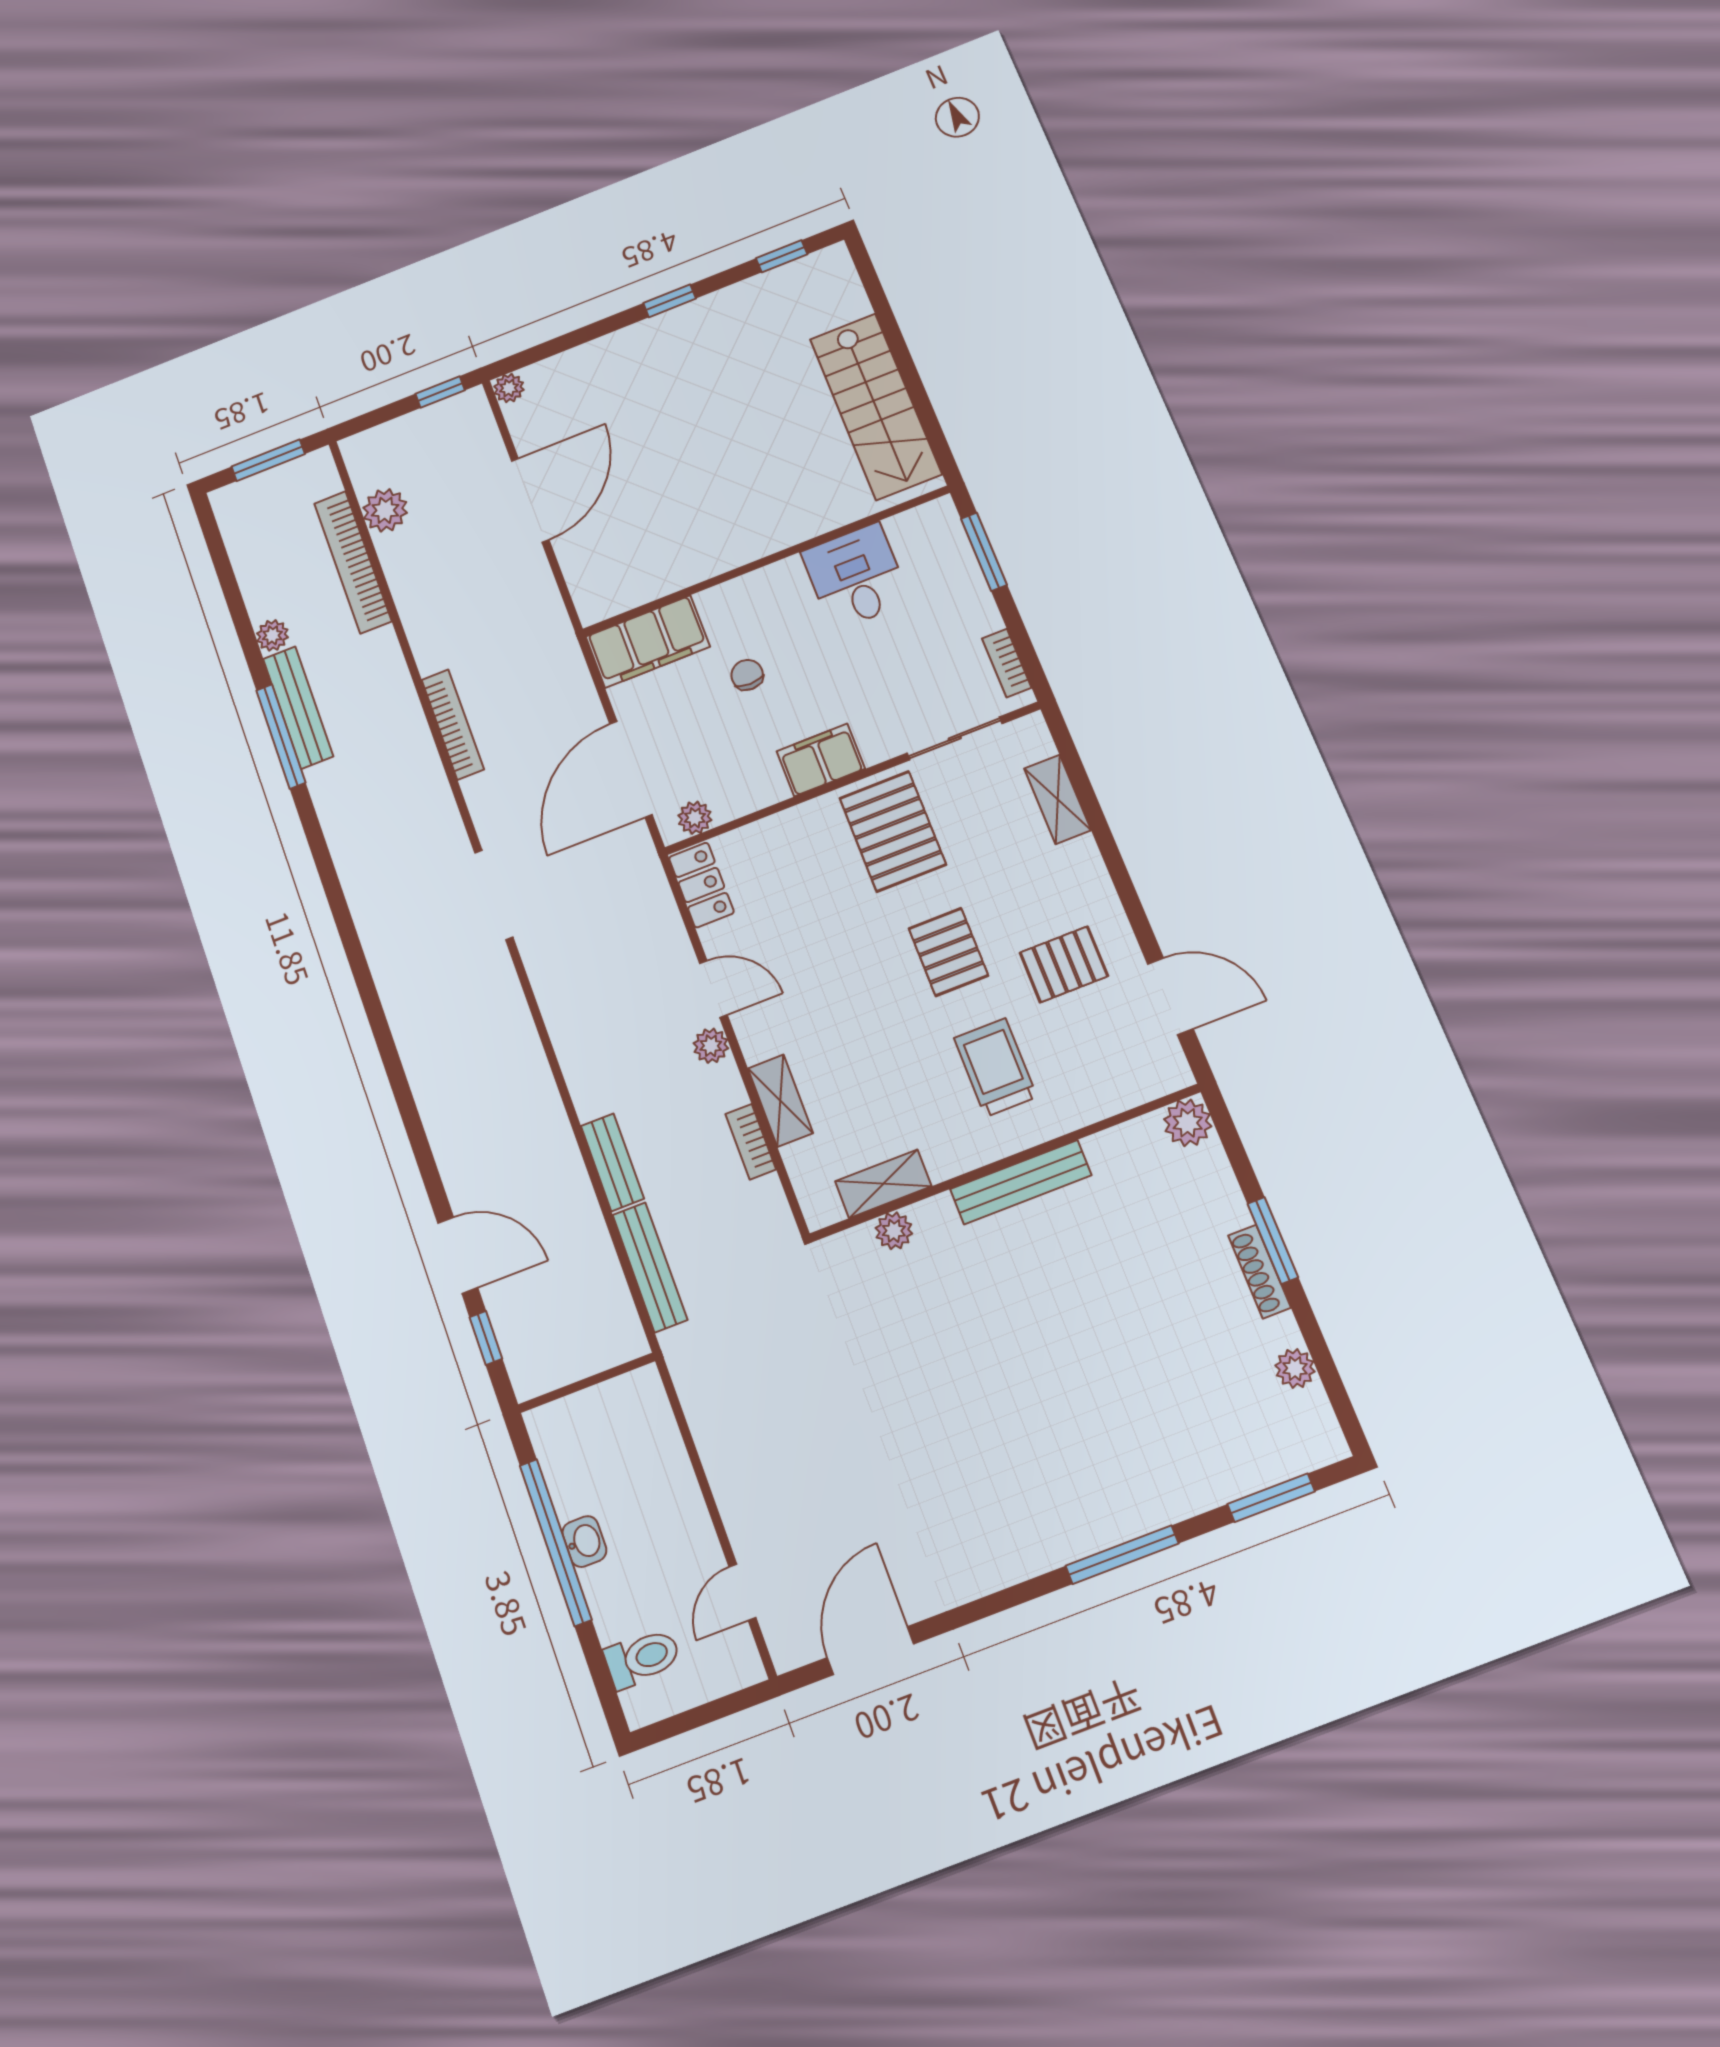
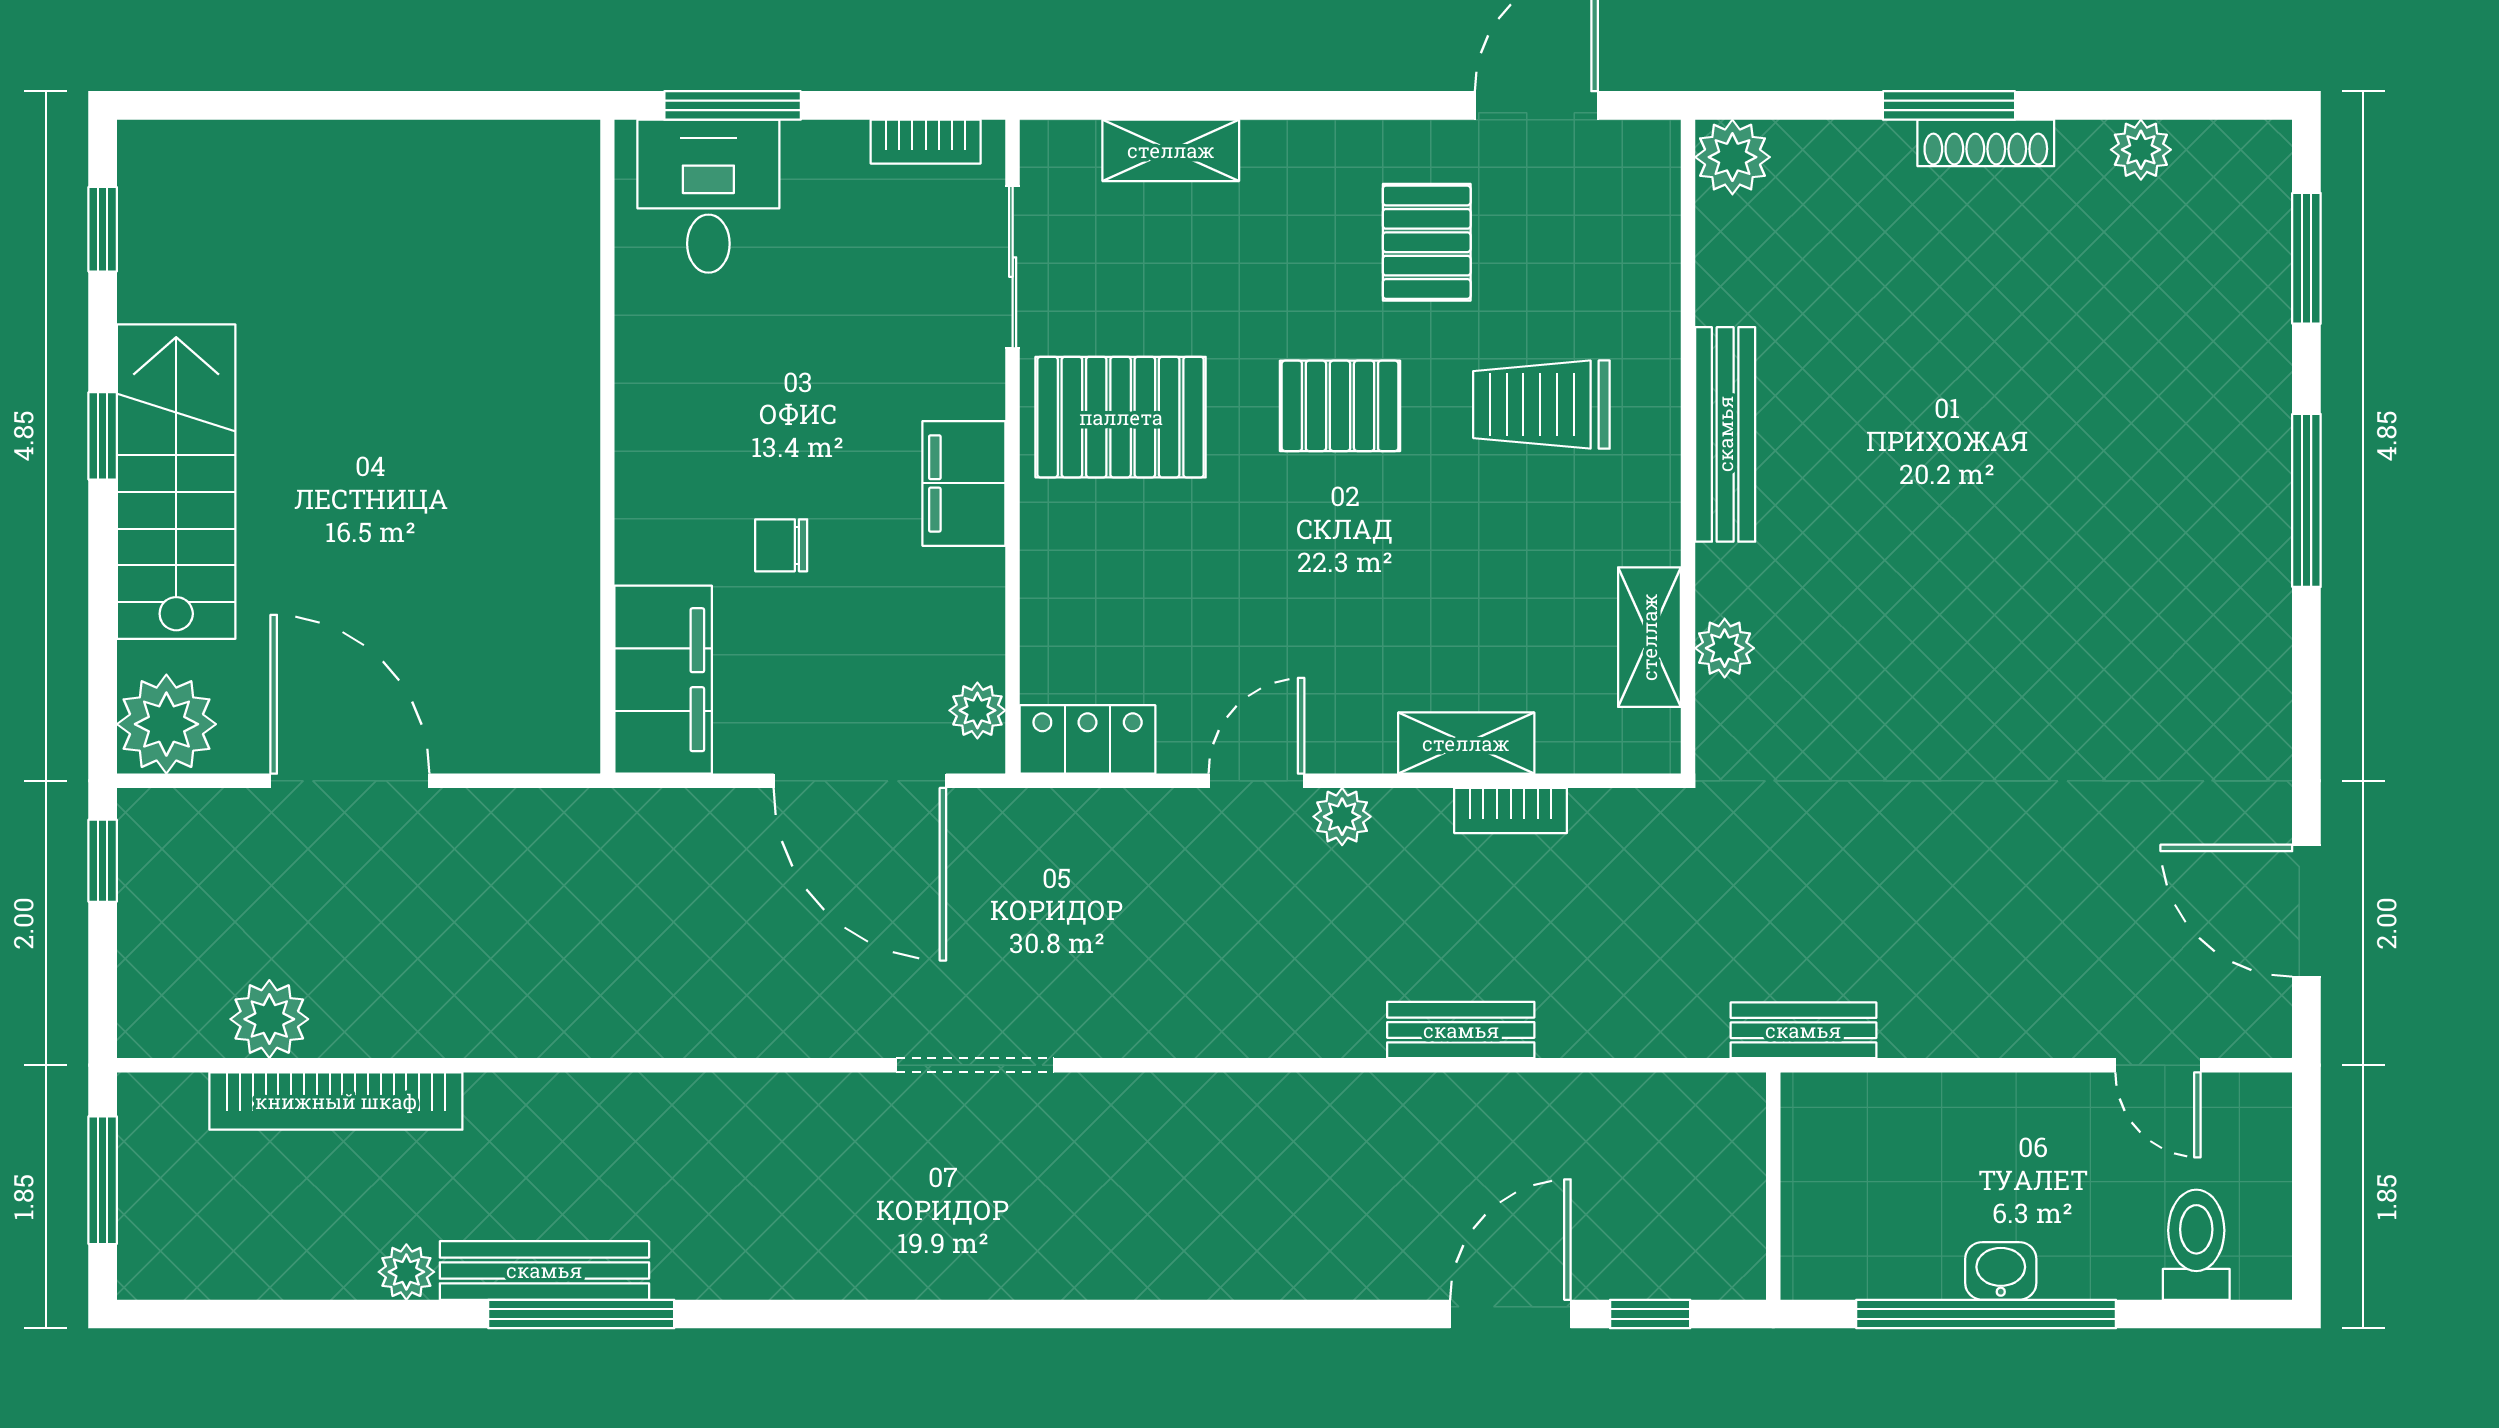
plant: (509, 388) -> (166, 724), width x1.87, depth x1.87
stairs: (876, 406) -> (176, 482), moved, turned -90
desk: (856, 577) -> (708, 196), moved, turned 90
bookcase: (453, 724) -> (673, 1034), removed
bench: (650, 1267) -> (1803, 1030), moved, width x0.73

